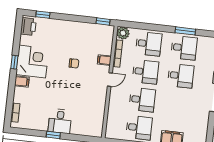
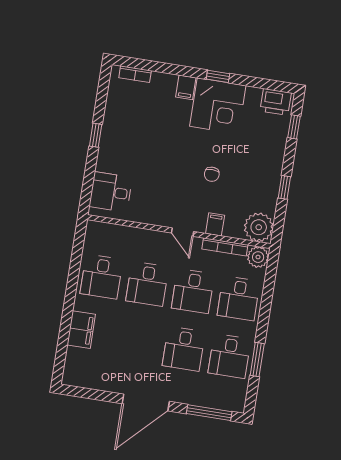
window: (103, 22) -> (284, 187), moved
plant: (105, 33) -> (259, 227), added
desk: (60, 121) -> (111, 192), moved

